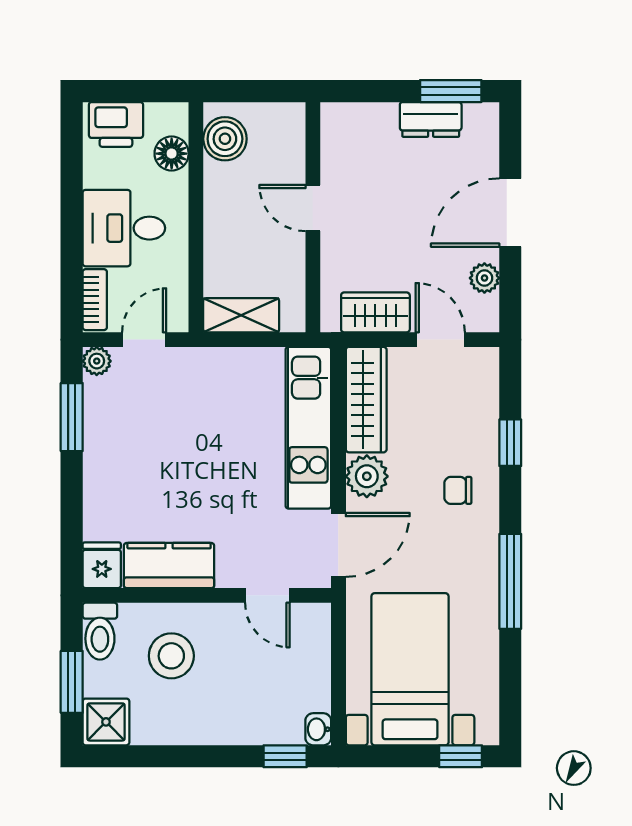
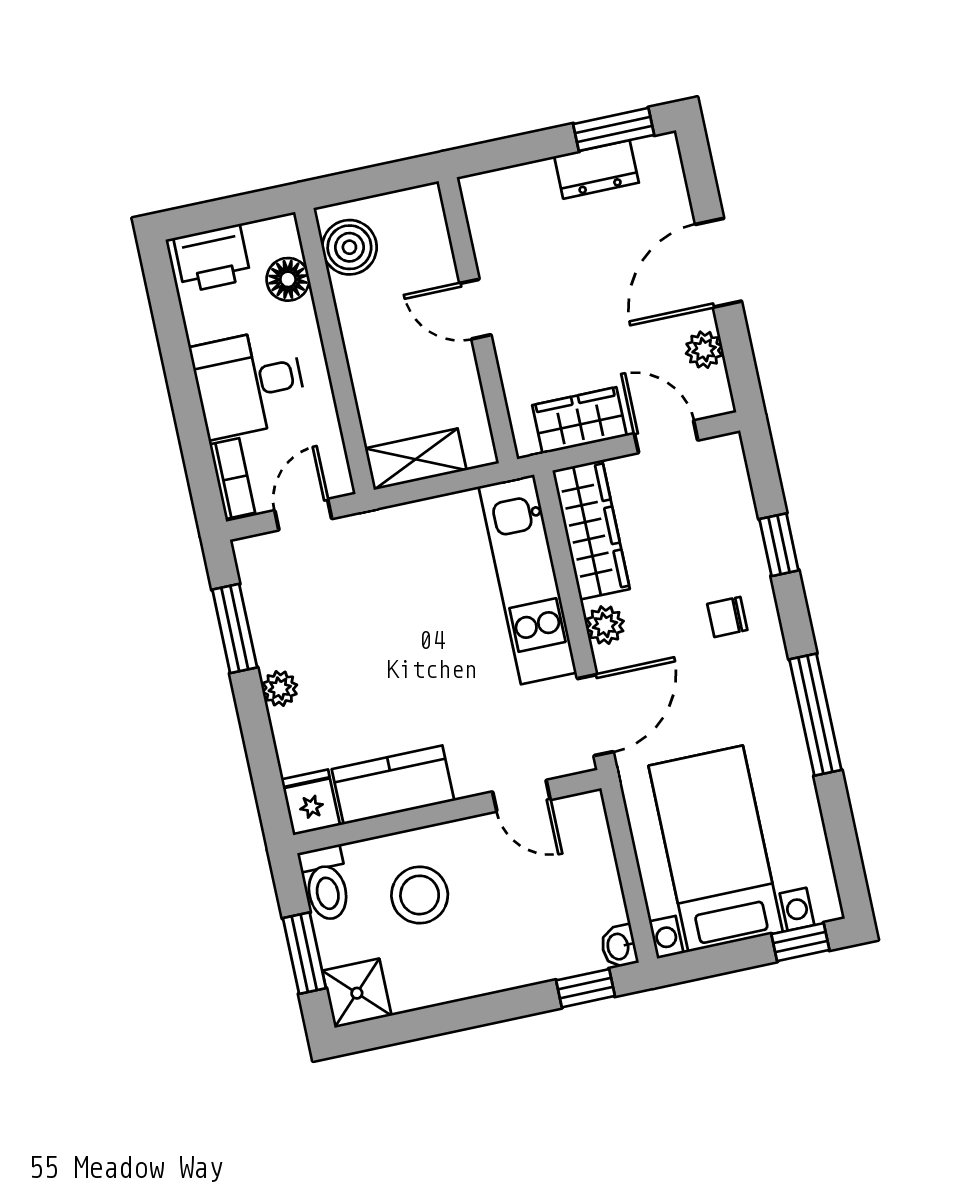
plant: (97, 361) -> (280, 688), moved
plant: (367, 476) -> (605, 625), width x0.73, depth x0.73

